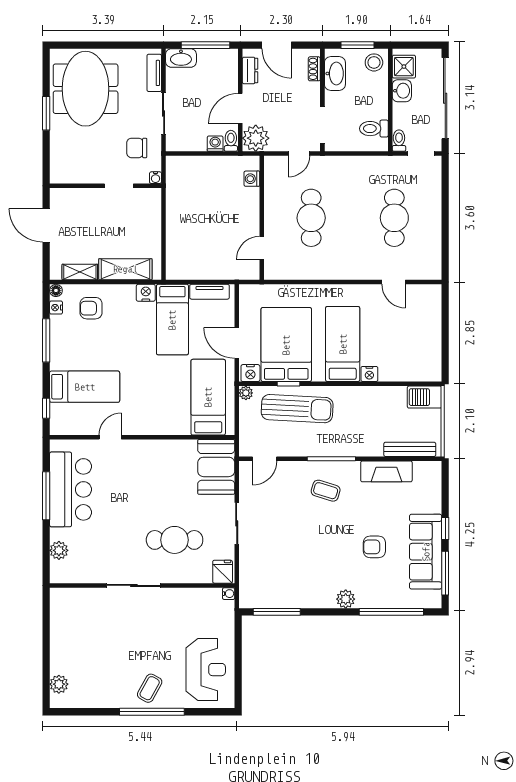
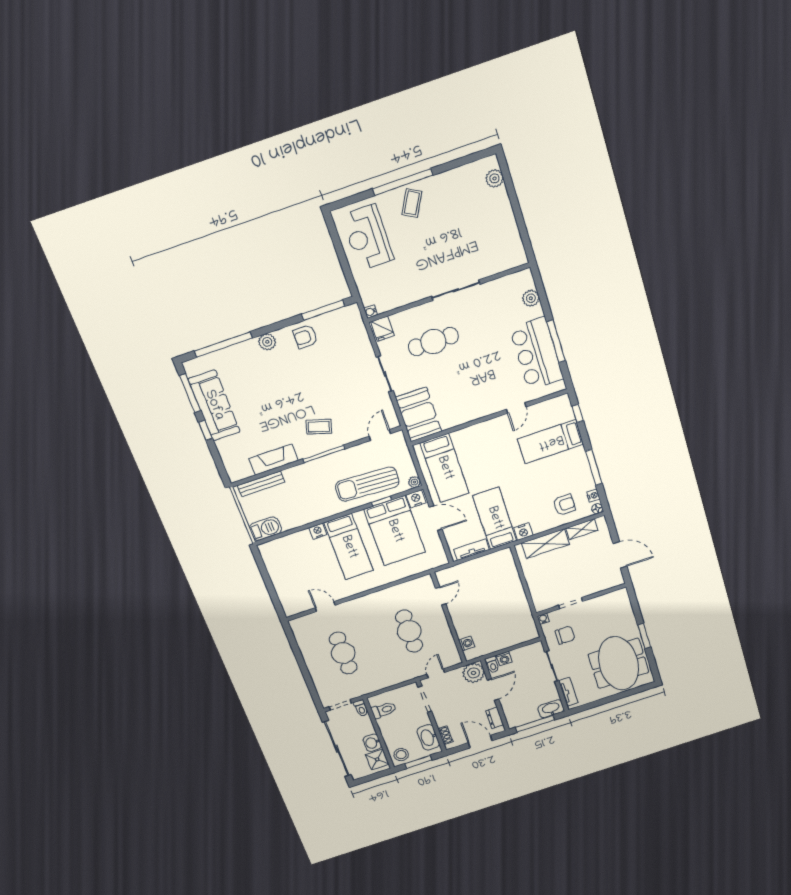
armchair: (374, 547) -> (305, 337), moved, turned 180

